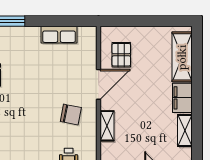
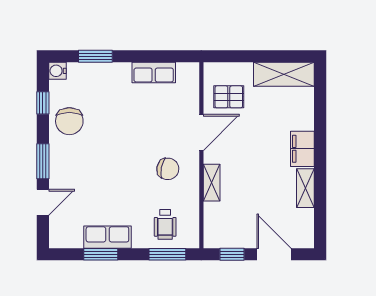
pallet: (121, 55) -> (229, 97), turned 90
shelving: (182, 57) -> (284, 74), moved, turned 90

